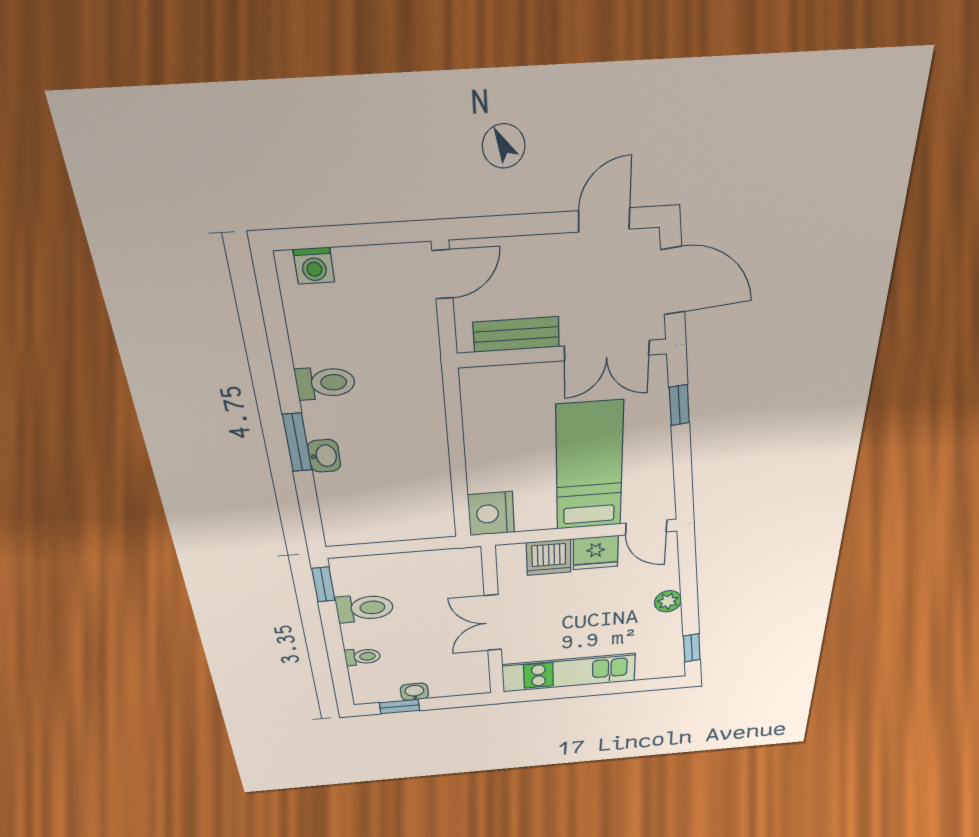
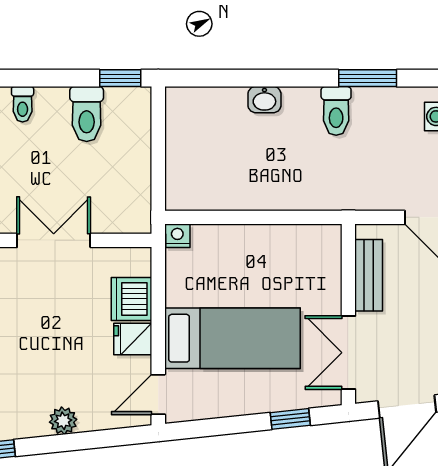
window: (297, 442) -> (368, 78), moved
nightstand: (491, 514) -> (177, 236), width x0.53, depth x0.56
fridge: (596, 553) -> (133, 339), width x0.72

